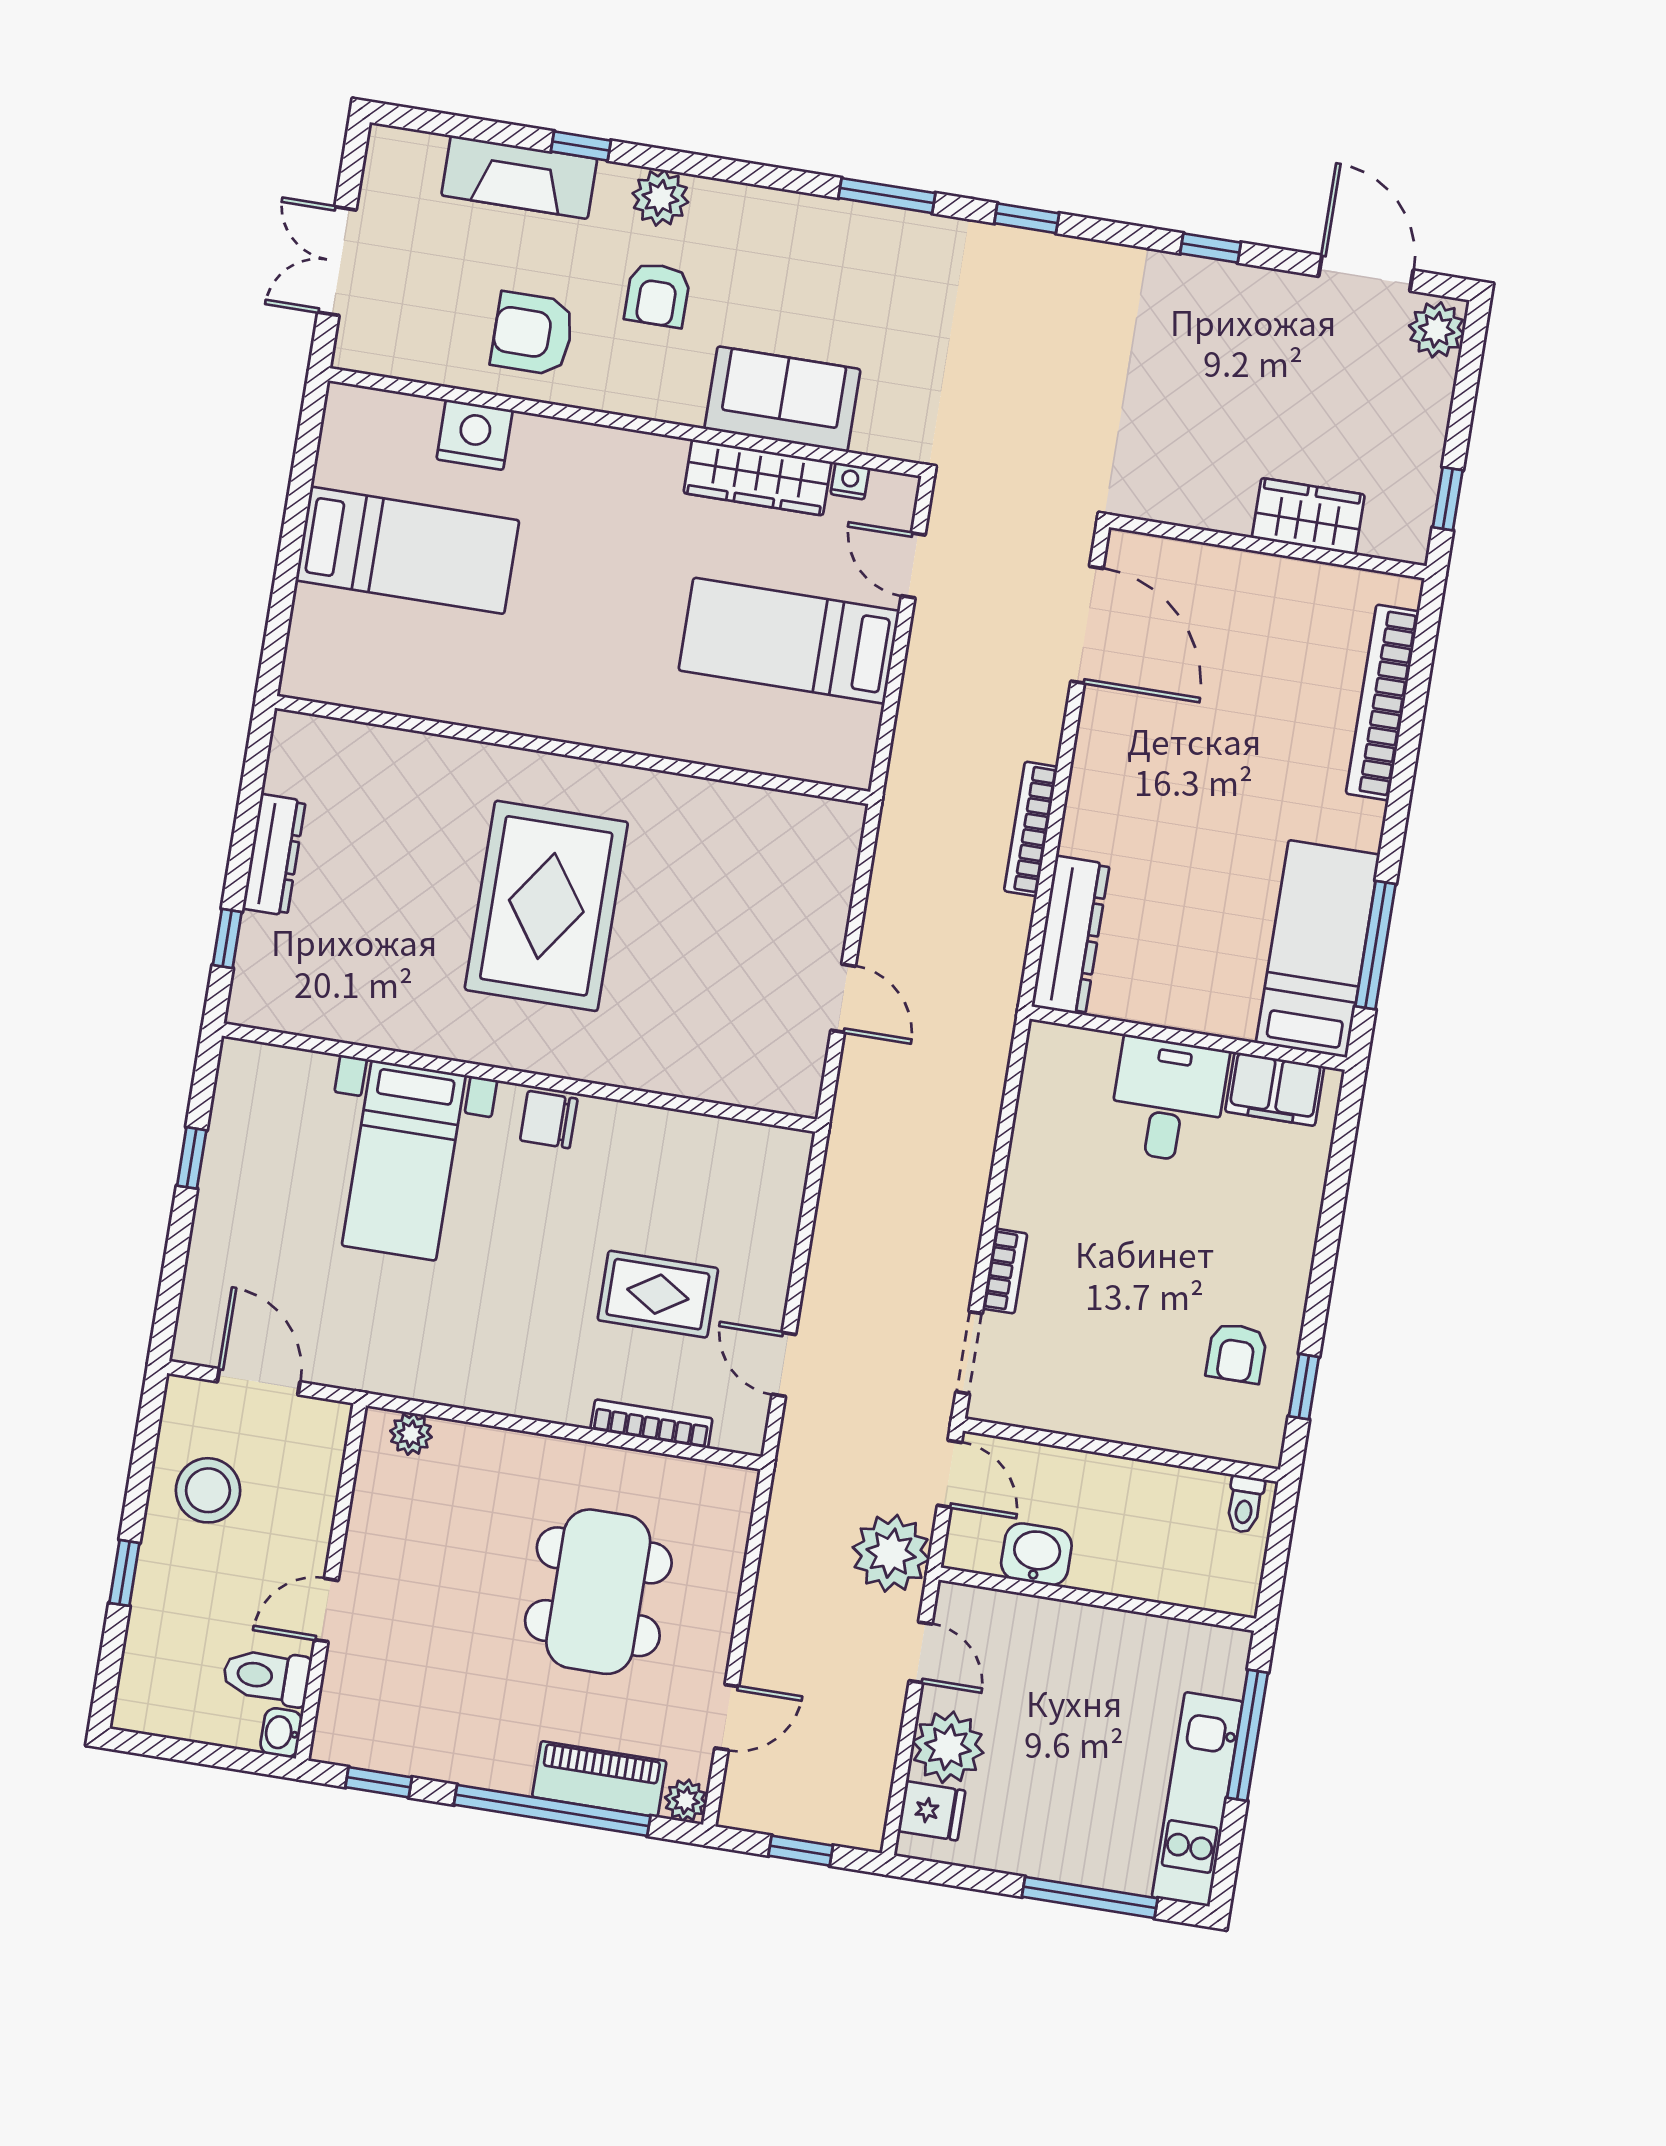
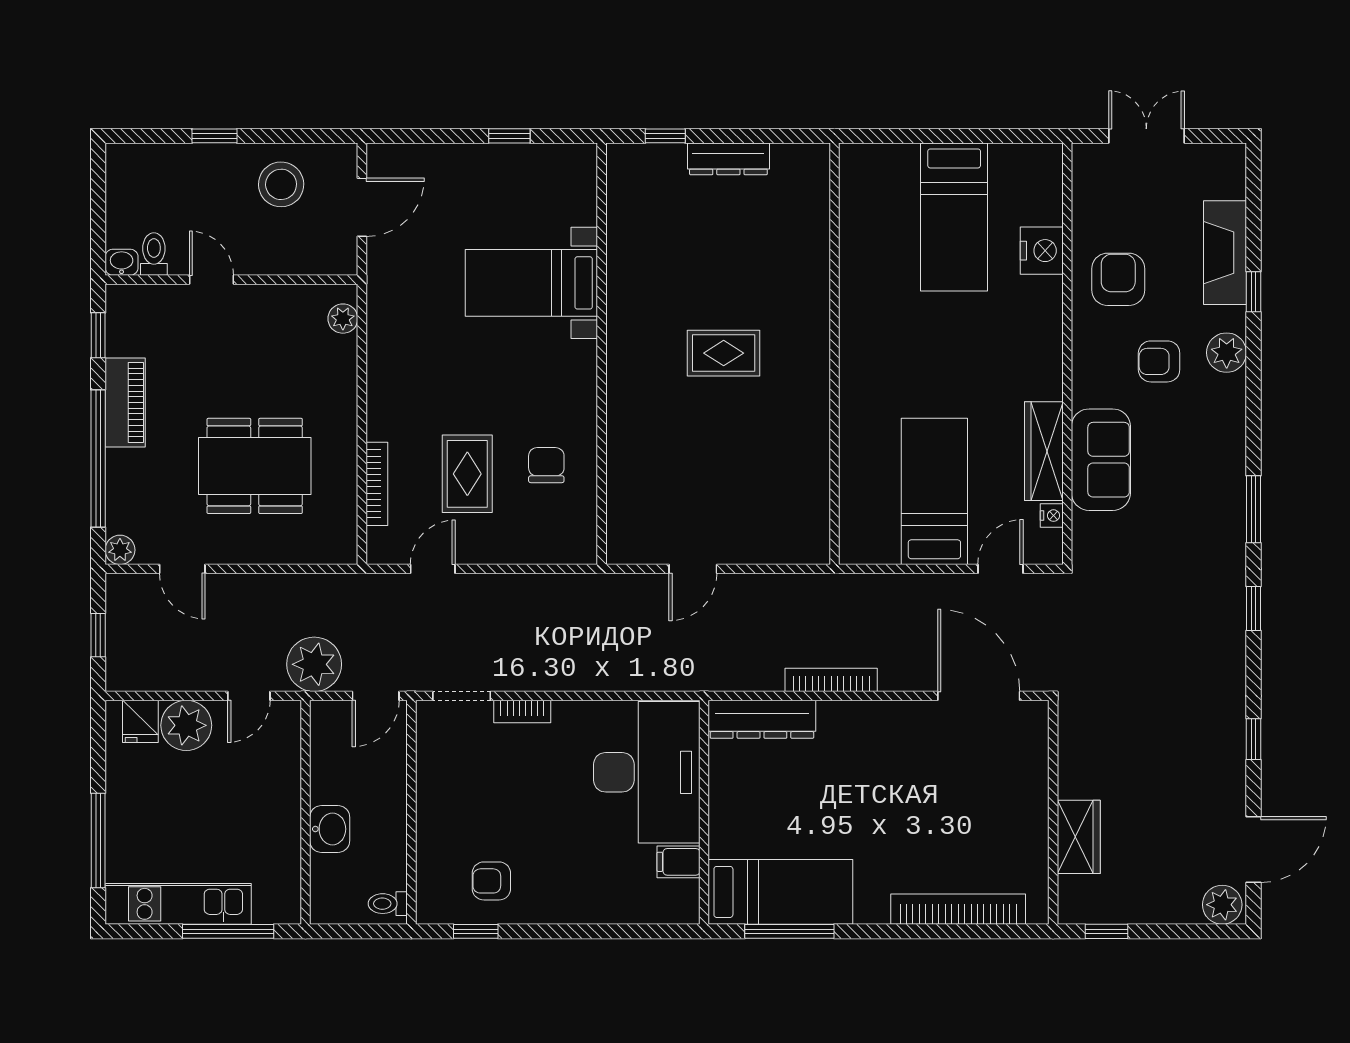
door: (1087, 625) -> (979, 696), swing flipped
rug: (546, 906) -> (724, 353), width x0.54, depth x0.49
filing cabinet: (1275, 1089) -> (679, 862), width x0.50
desk: (1168, 1100) -> (647, 772), width x1.87, depth x1.30
chair: (549, 1120) -> (546, 465), moved
washbasin: (1036, 1554) -> (330, 829), moved
toilet: (267, 1677) -> (154, 254), width x0.73, depth x0.72
piano: (599, 1779) -> (125, 403), moved

